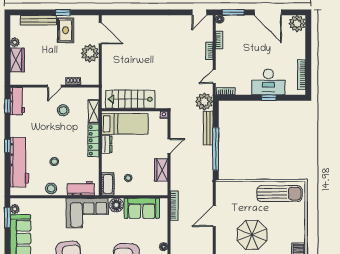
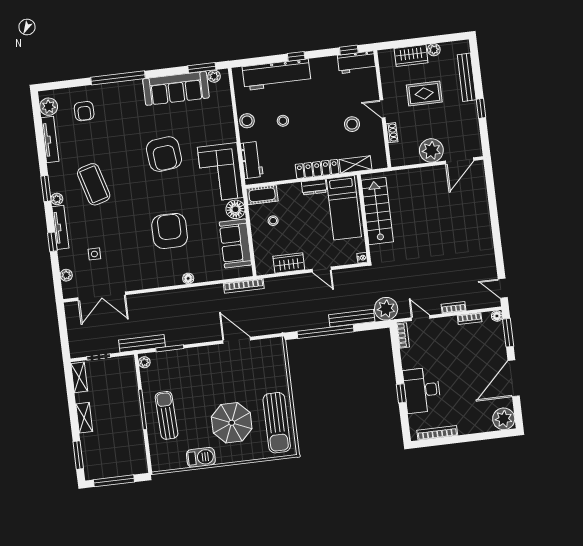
rug: (66, 30) -> (424, 94), moved
parasol: (252, 235) -> (232, 423), moved

